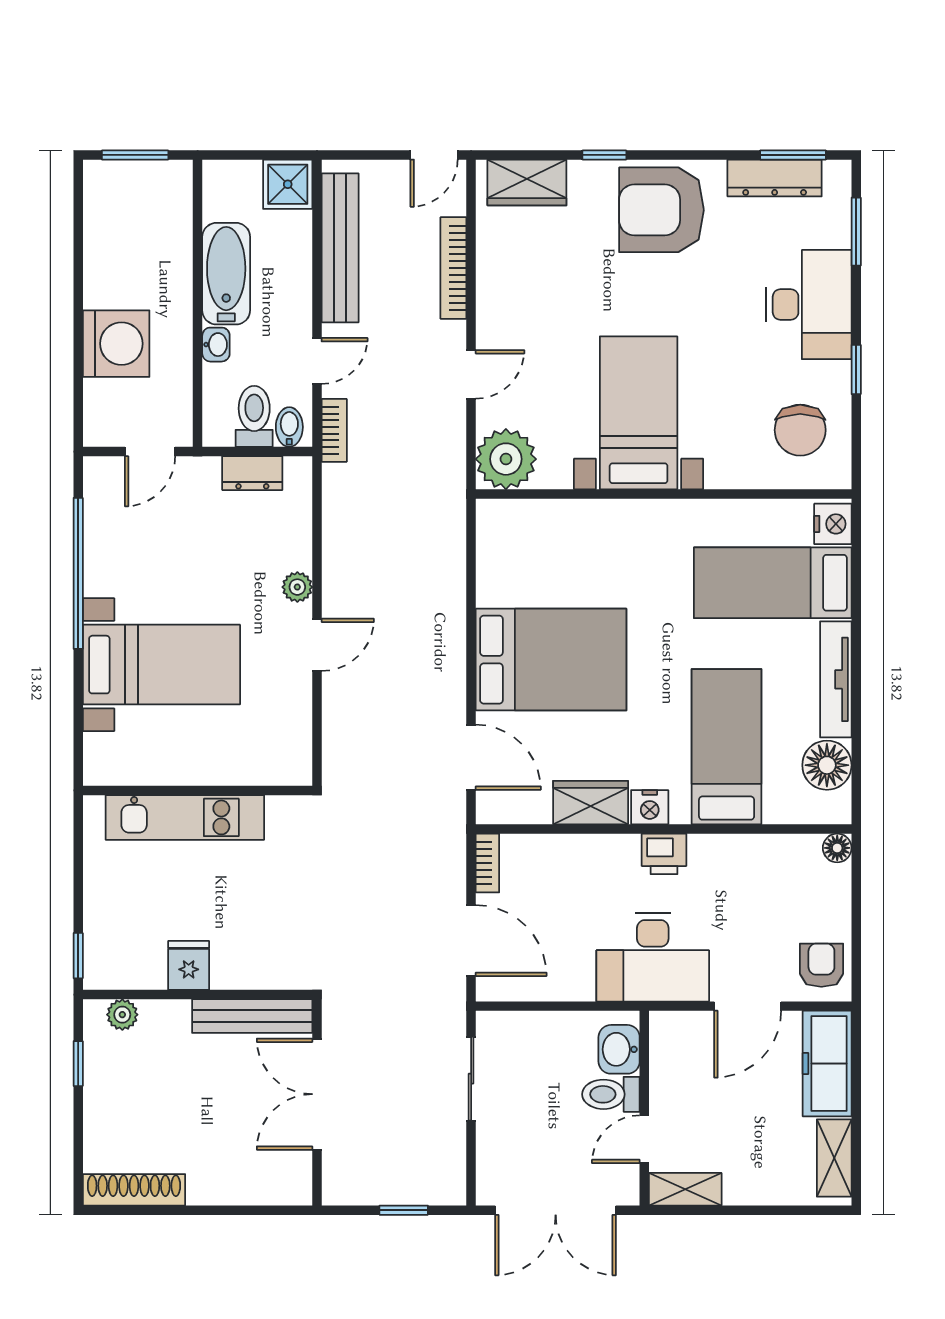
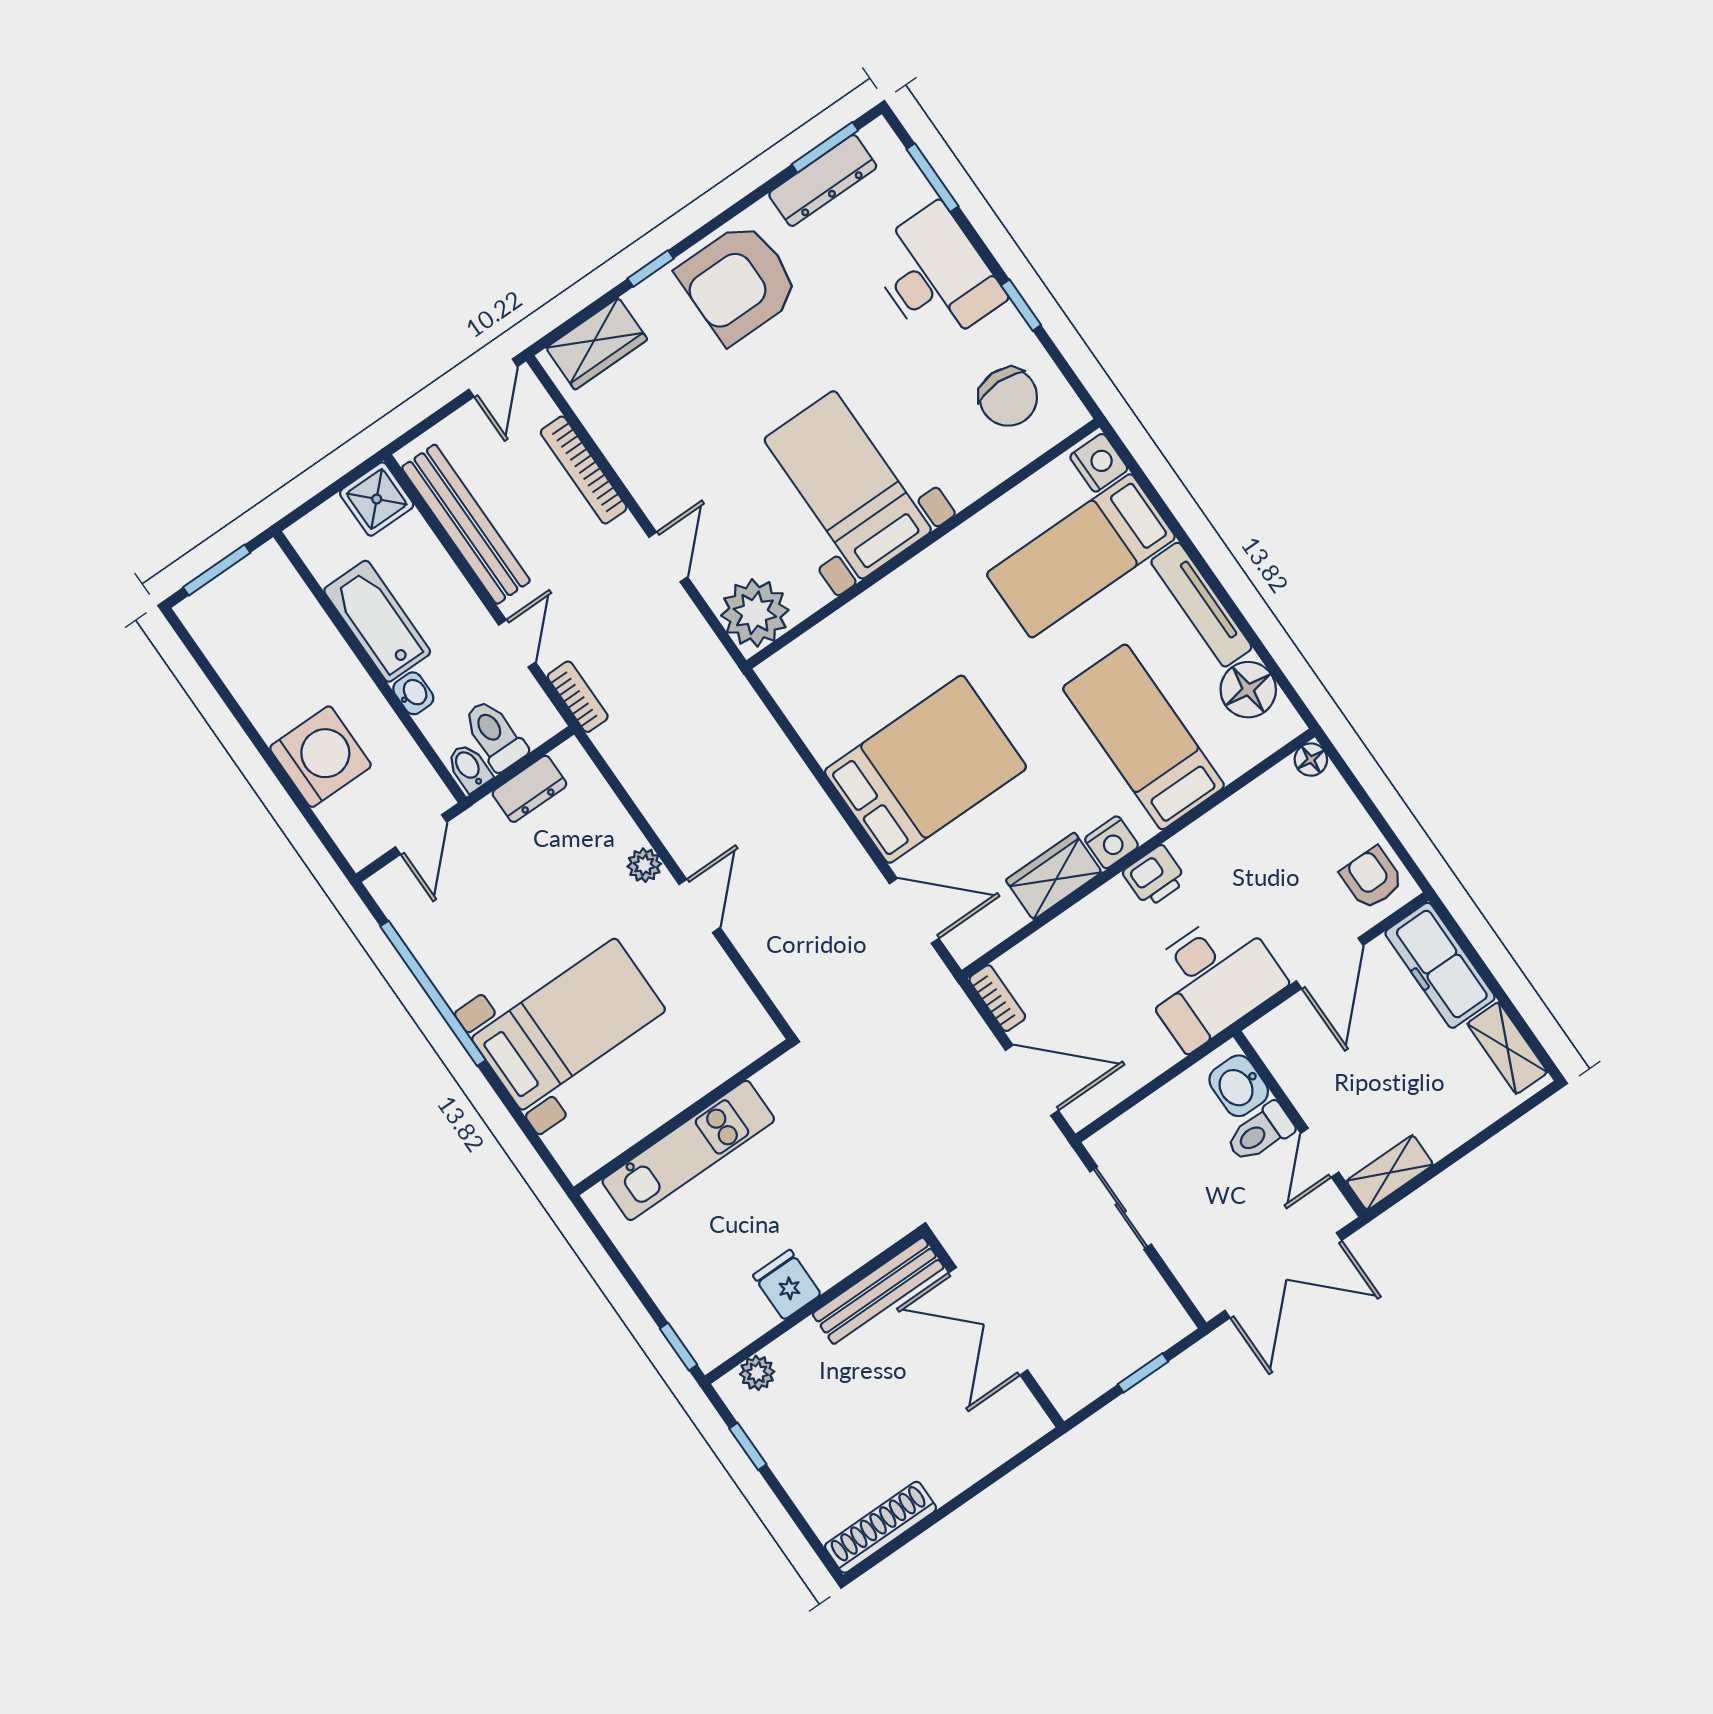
bidet: (289, 427) -> (469, 768), moved

